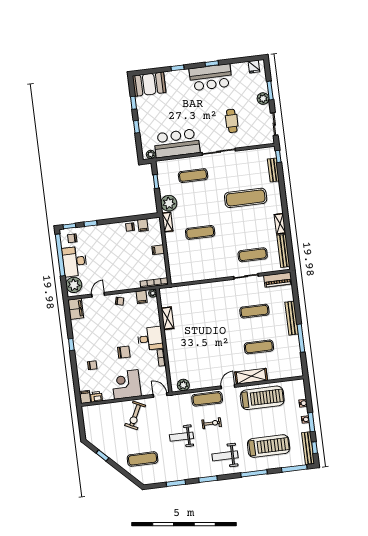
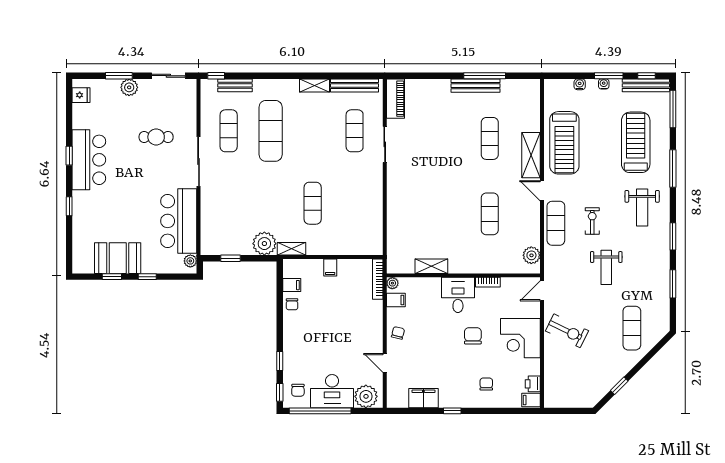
booth: (149, 84) -> (118, 258), moved, turned 90
exercise mat: (193, 176) -> (229, 131), moved
filing cabinet: (76, 309) -> (423, 398), moved
exercise mat: (254, 311) -> (490, 214), moved
bench: (292, 318) -> (476, 86), moved
treadmill: (262, 398) -> (564, 143), turned 180

